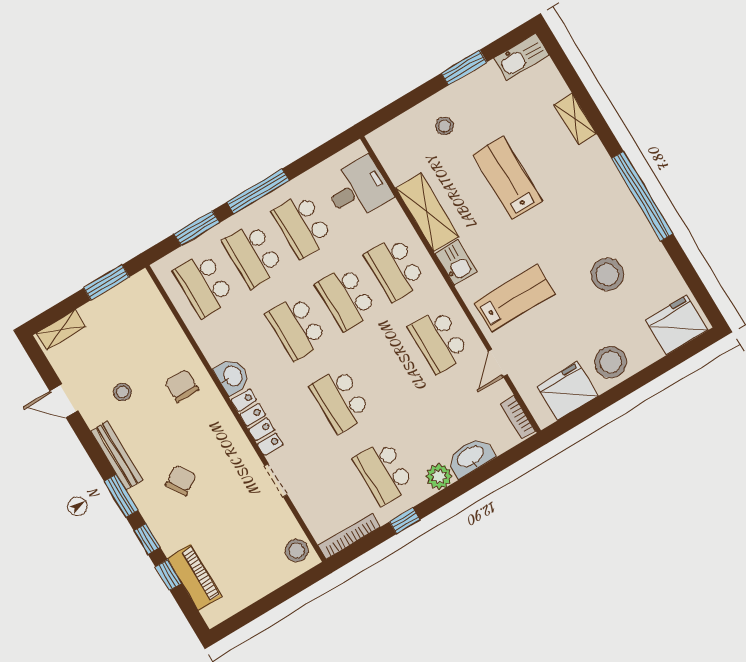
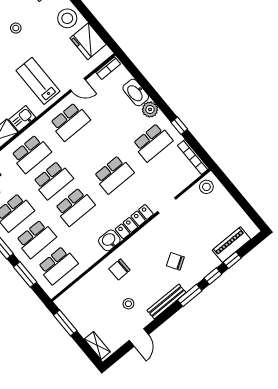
stool: (607, 274) -> (16, 28), width x0.53, depth x0.53

